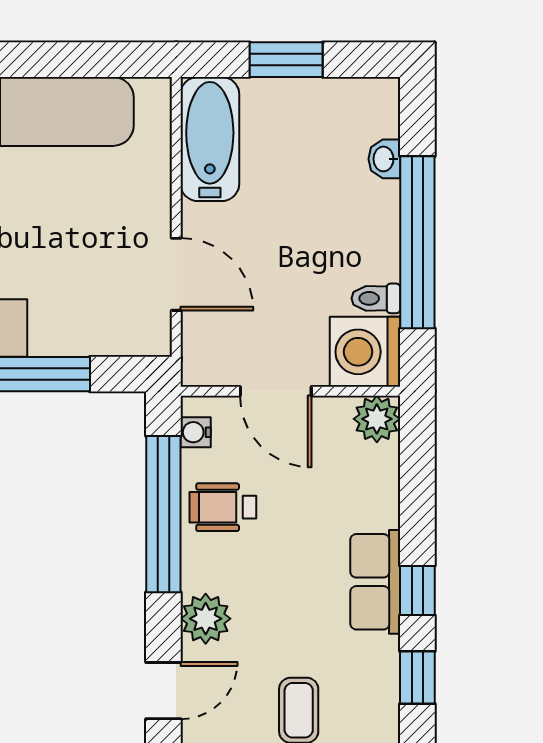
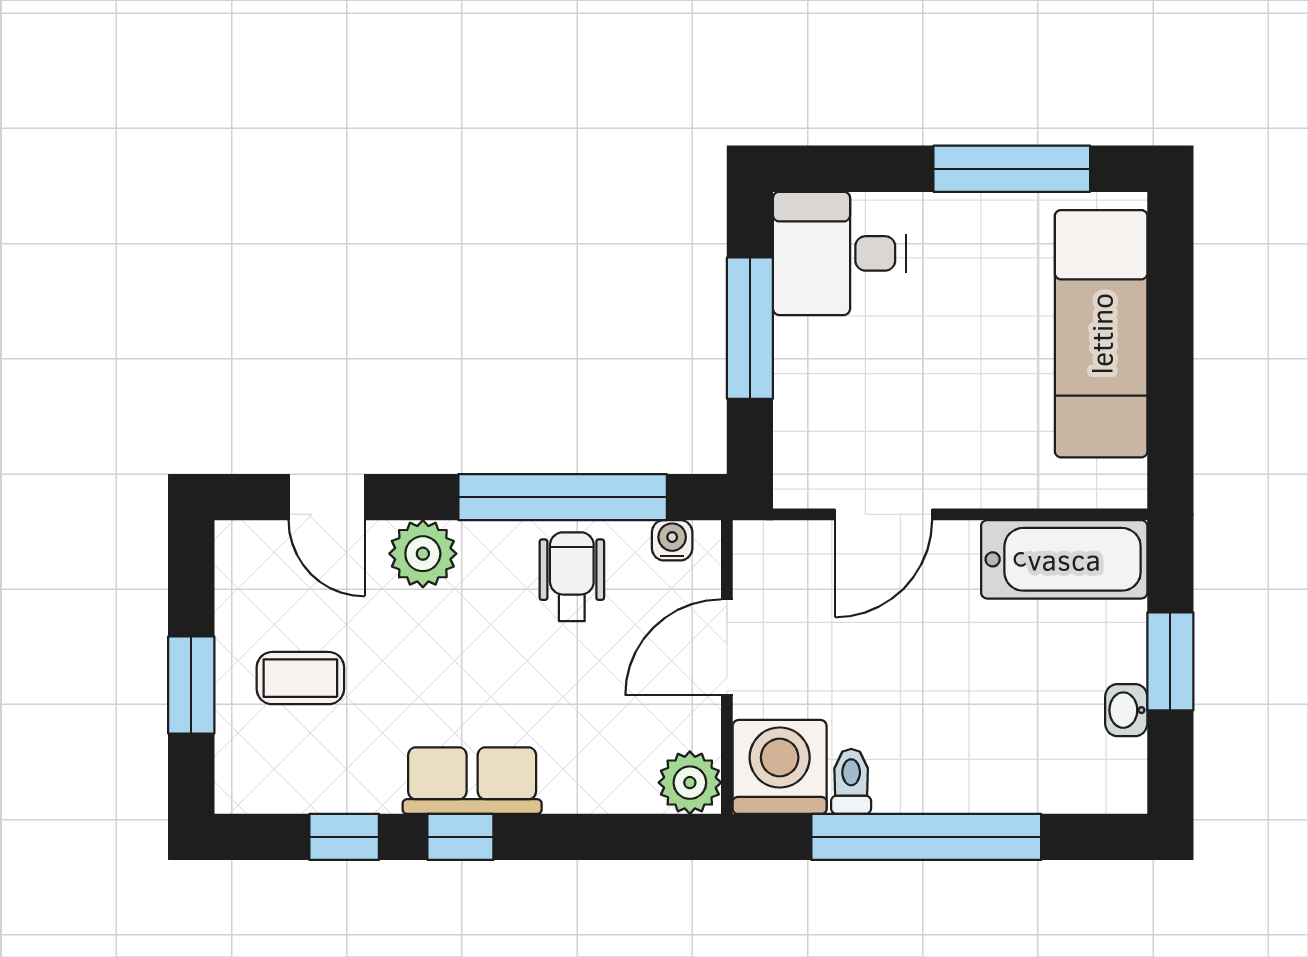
washbasin: (384, 159) -> (1126, 710), moved, turned -90

